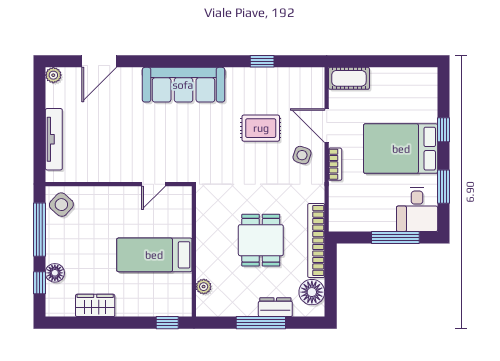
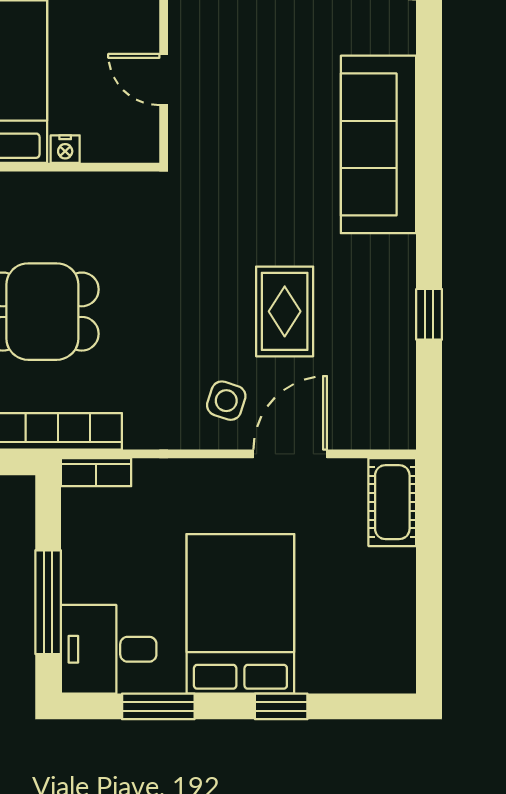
bookcase: (335, 164) -> (96, 472), moved
nightstand: (186, 230) -> (65, 149), added

